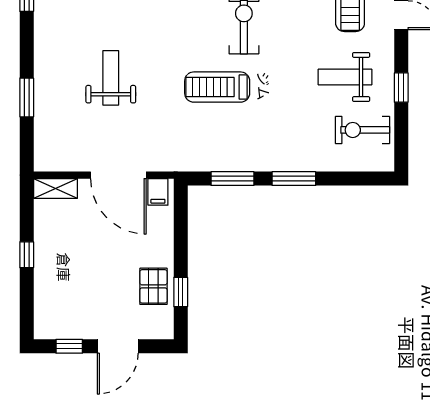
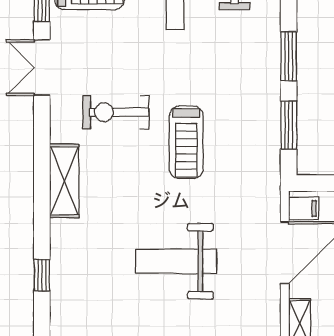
weight bench: (111, 78) -> (176, 261), width x1.36, depth x1.33

